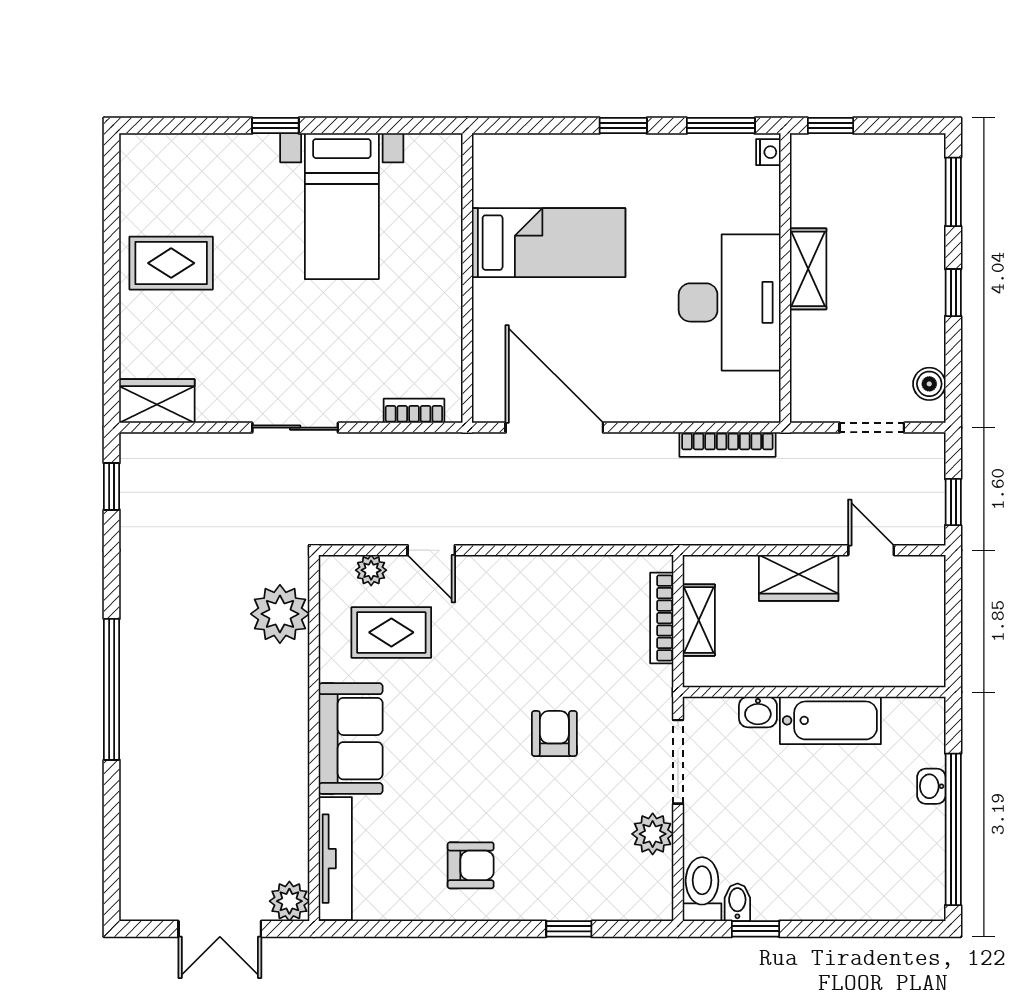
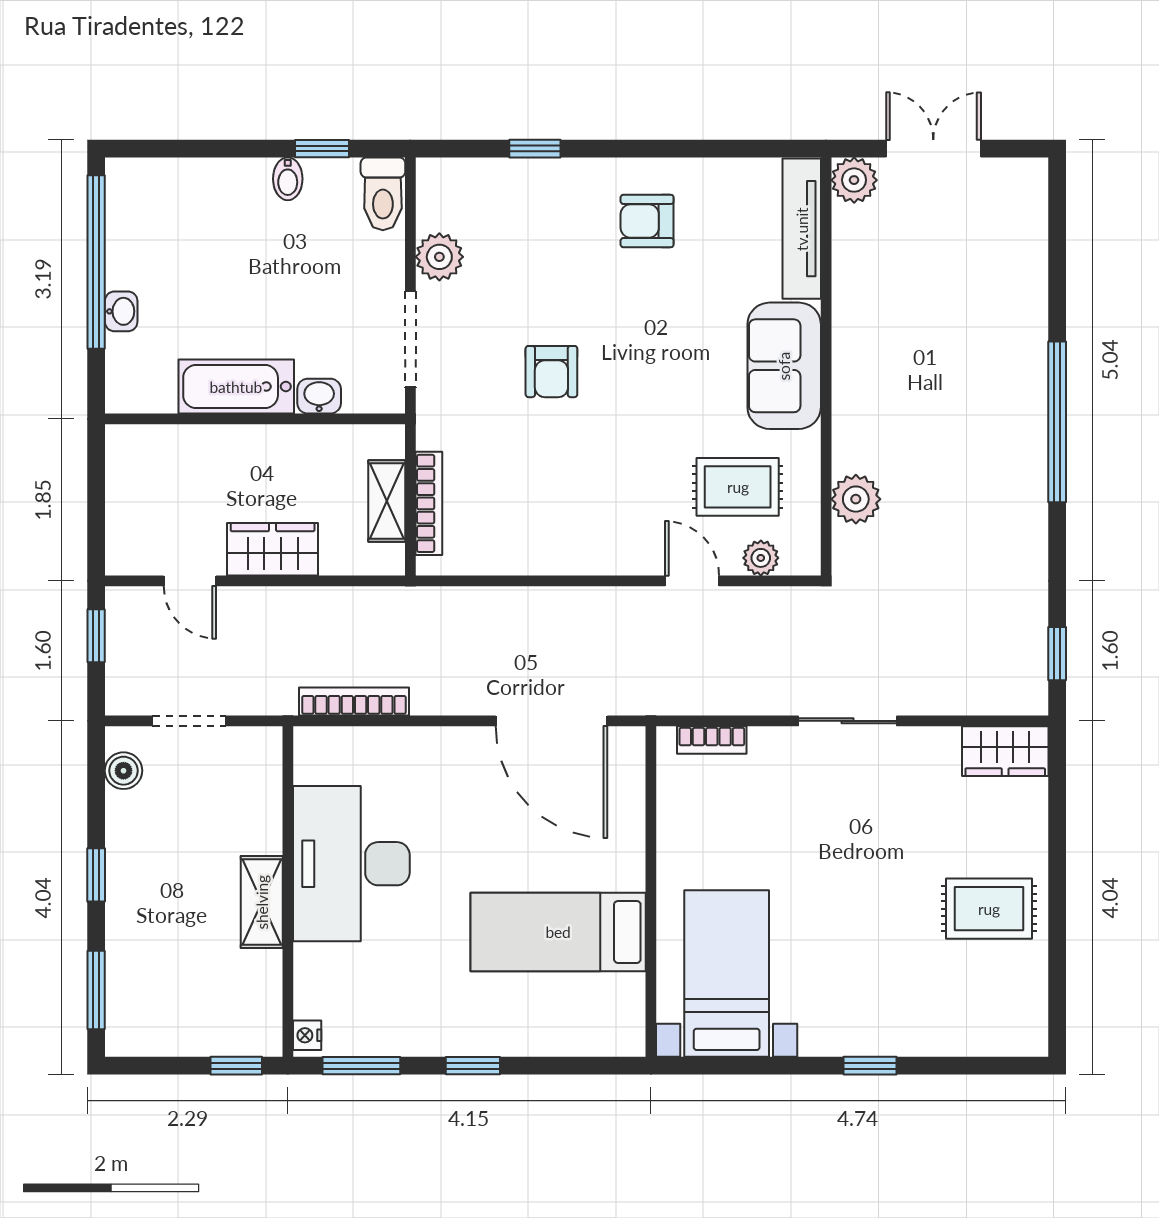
bed with nightstands: (342, 206) -> (727, 974), moved
plant: (280, 614) -> (856, 499), width x0.73, depth x0.73
bidet: (737, 902) -> (288, 179), moved

